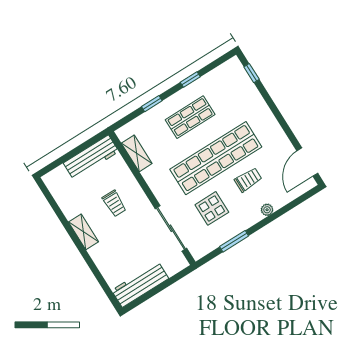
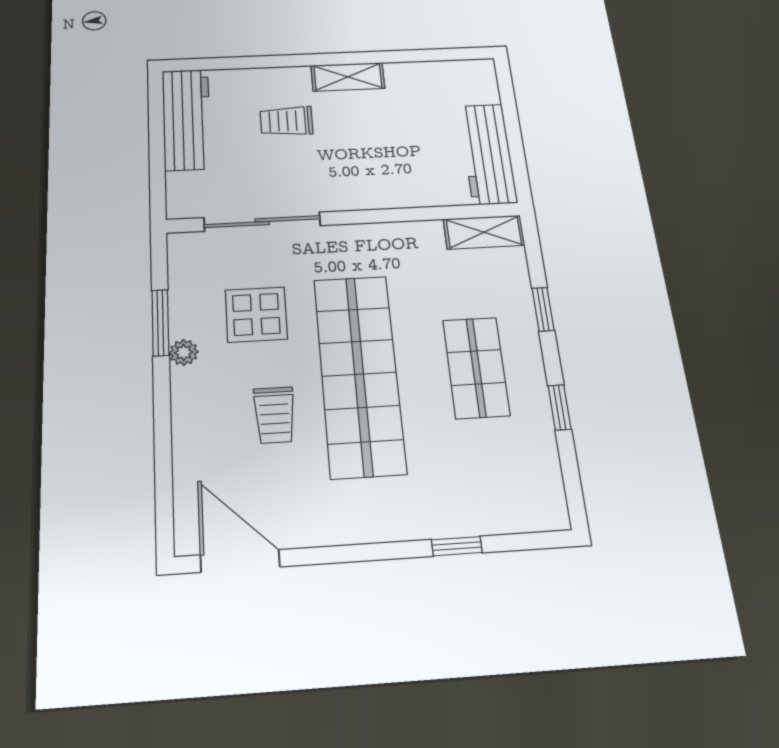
window: (252, 73) -> (457, 546), moved
shelving: (137, 153) -> (484, 232), moved
trolley: (114, 203) -> (287, 121), moved
plant: (267, 210) -> (184, 352), moved

